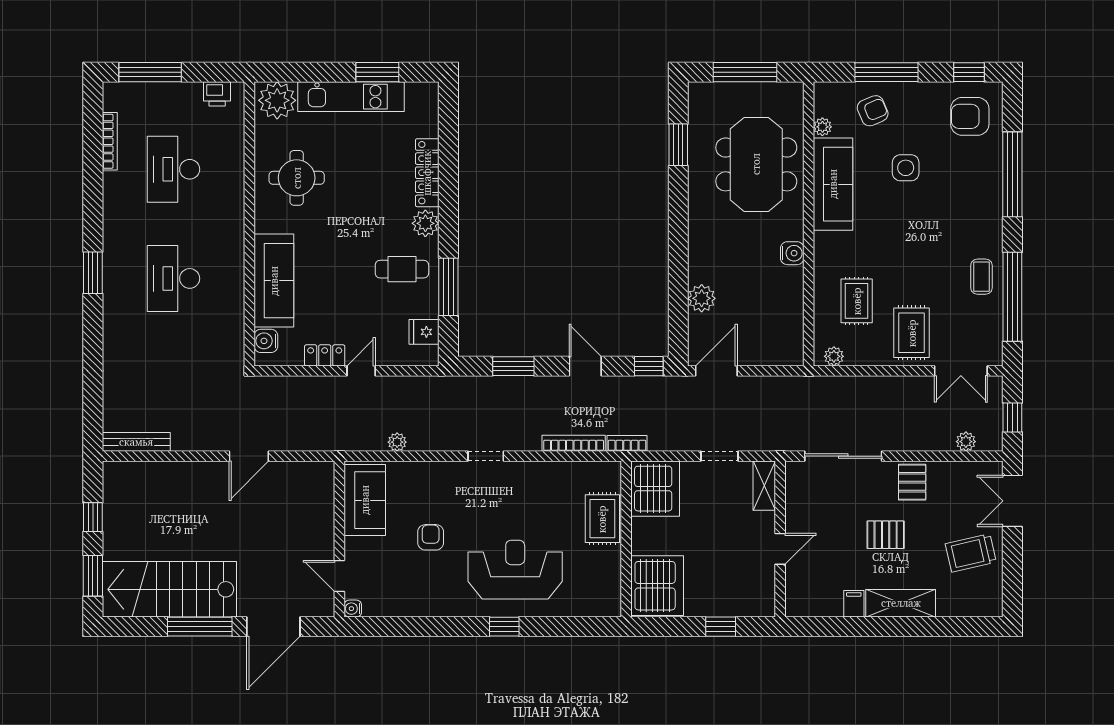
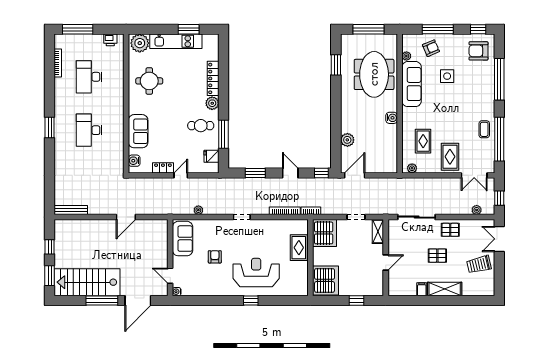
sofa: (274, 281) -> (138, 131), width x0.73
pallet: (912, 482) -> (450, 230), turned 90

